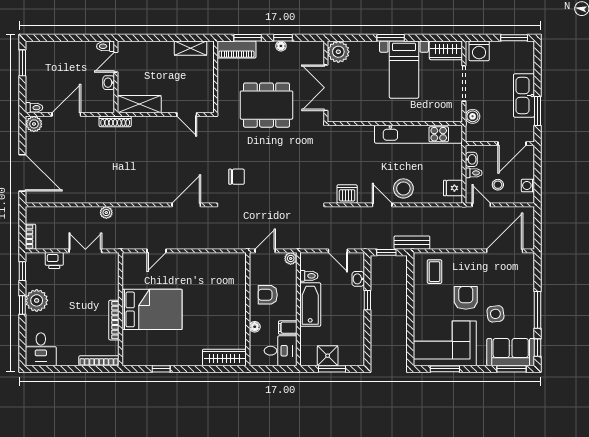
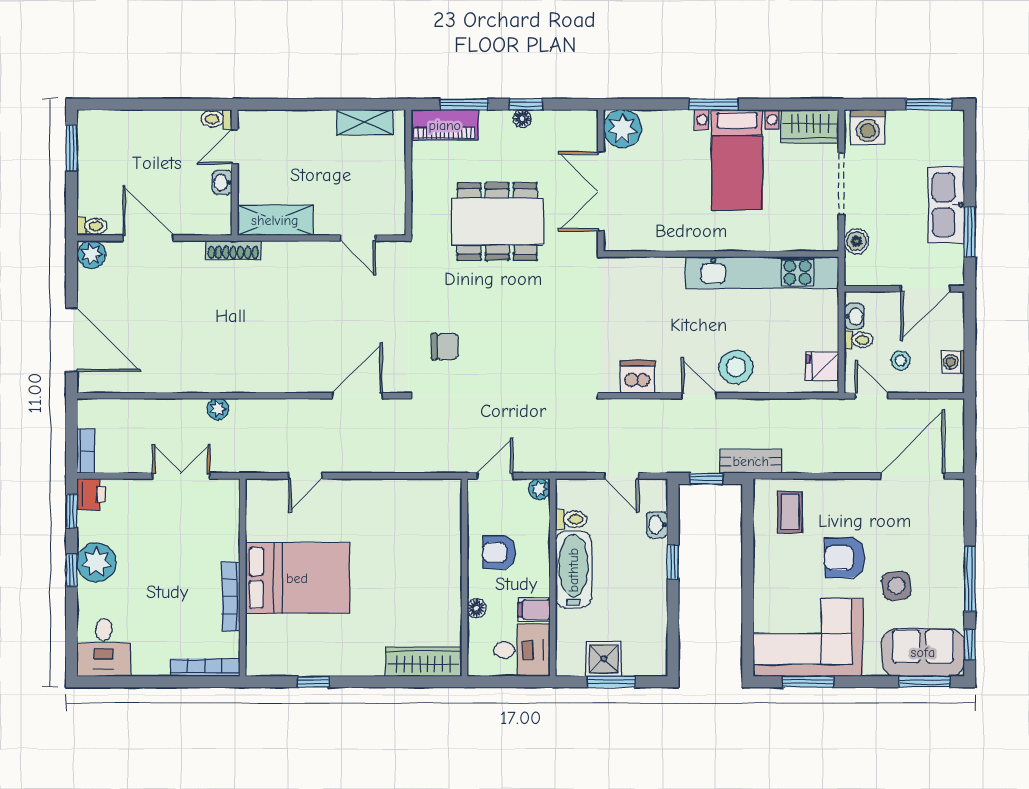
door: (66, 114) -> (148, 238), hinge flipped
printer: (54, 261) -> (91, 494), moved, turned -90
armchair: (466, 298) -> (845, 558), turned -90

